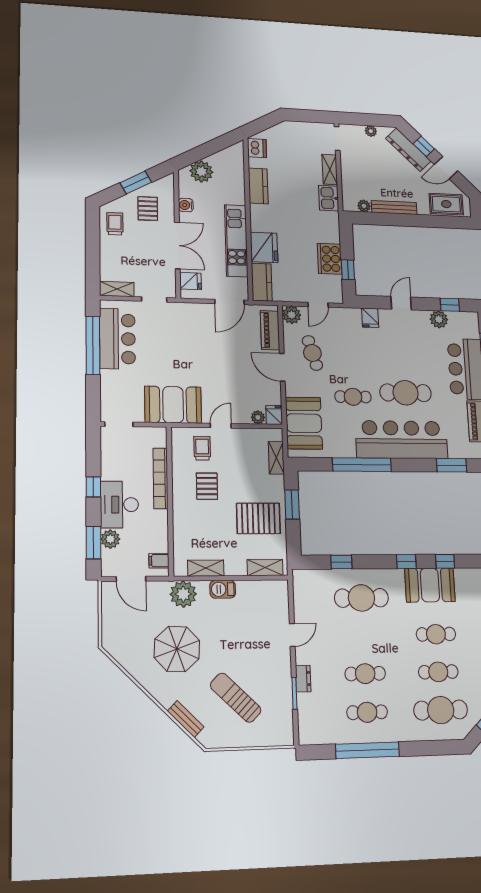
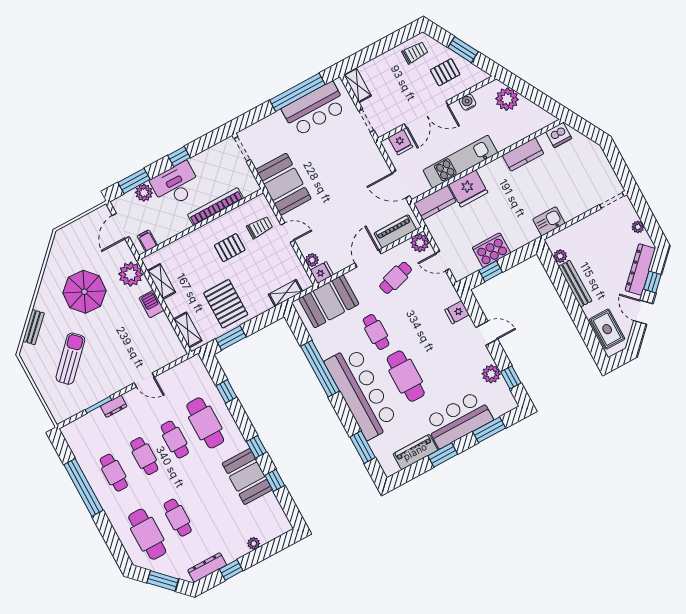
shelving: (330, 169) -> (577, 209), removed
window: (292, 505) -> (231, 338), moved
cafe table: (436, 634) -> (175, 440), moved

